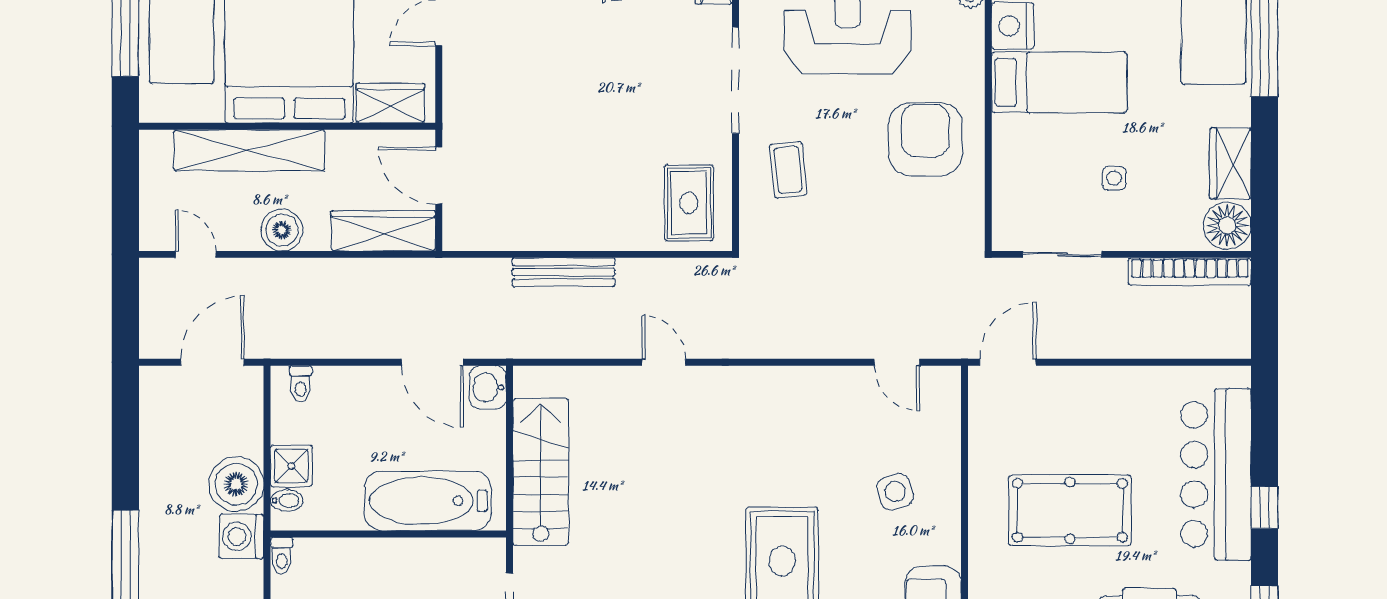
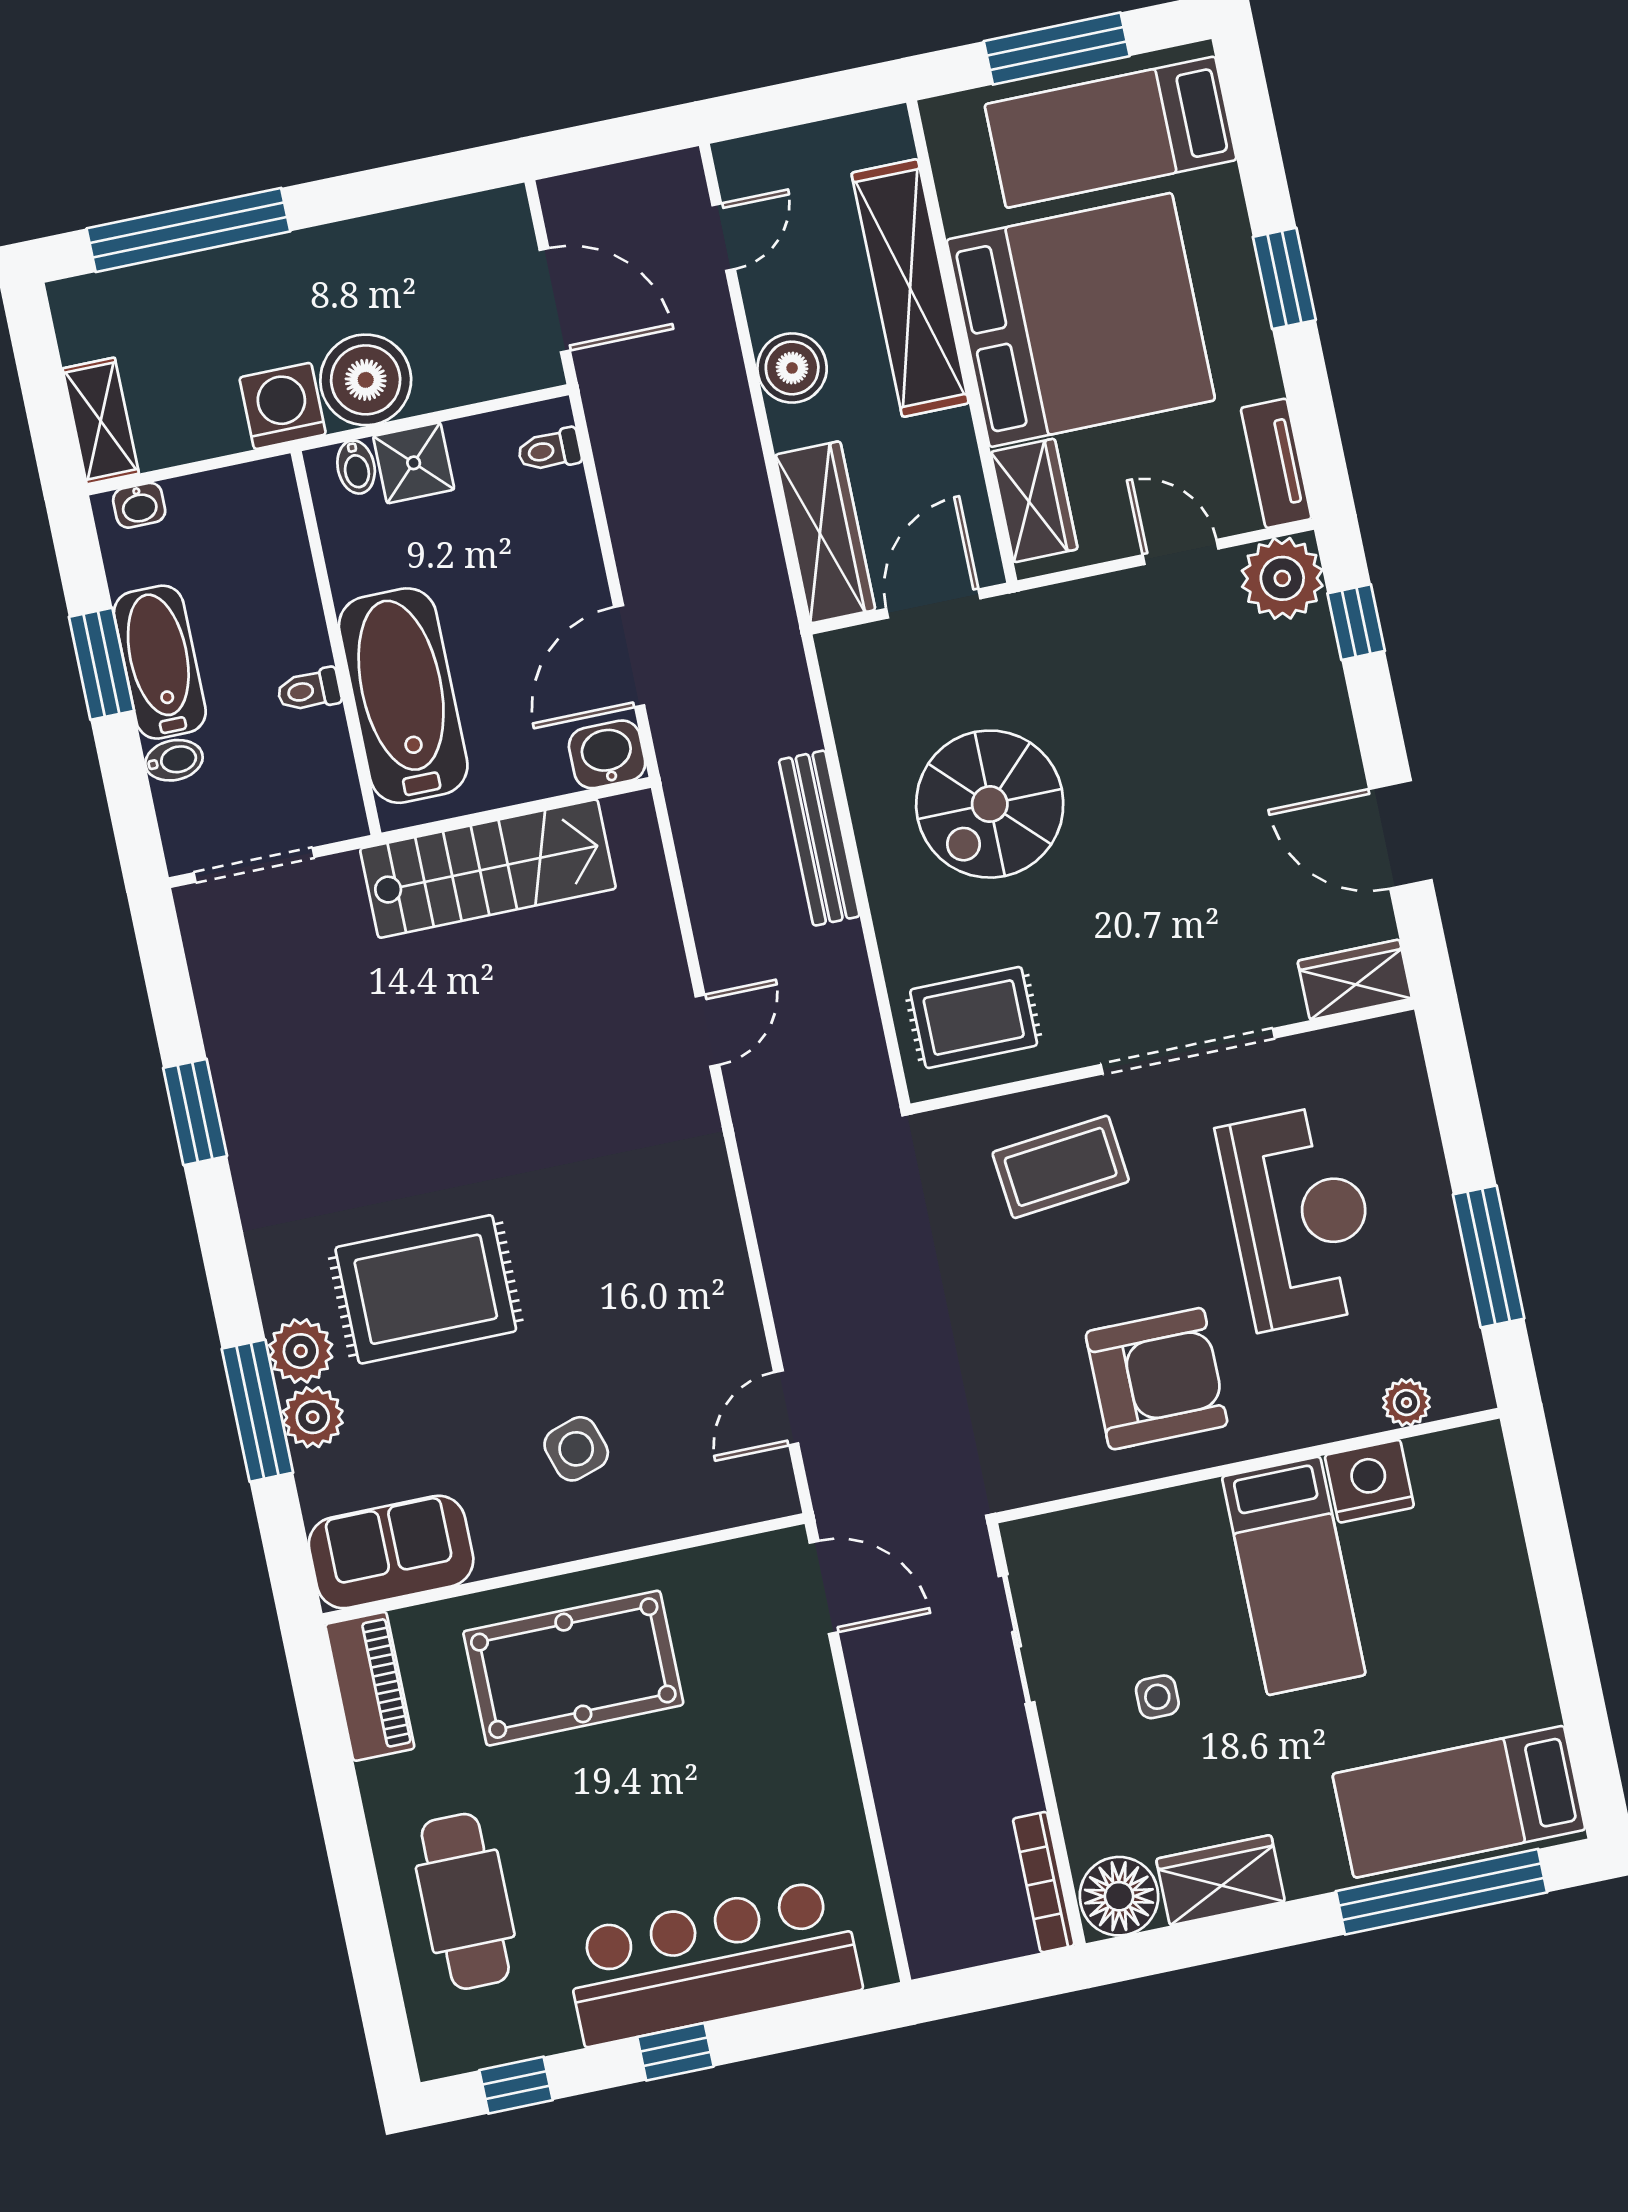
spiral stairs: (565, 167) -> (990, 804), added
coffee table: (788, 170) -> (1061, 1167), width x1.36, depth x1.30
bookcase: (1190, 272) -> (1044, 1882), width x0.68, depth x0.76
pool table: (1070, 510) -> (573, 1668), moved, turned 90
toilet: (282, 556) -> (309, 690), moved

